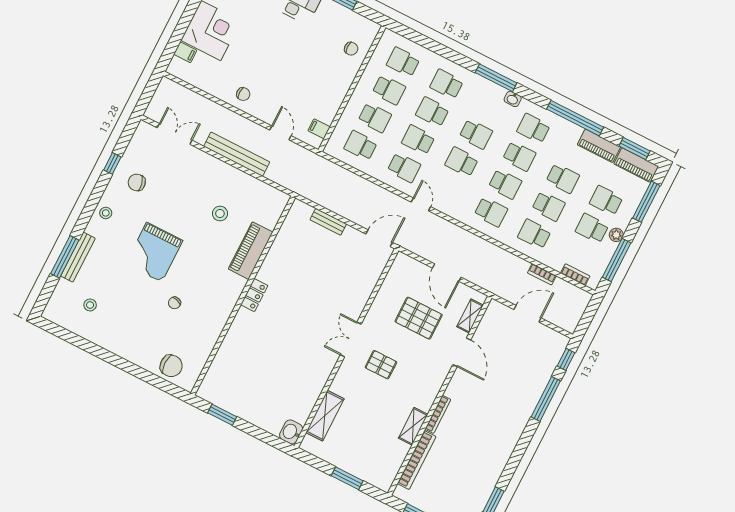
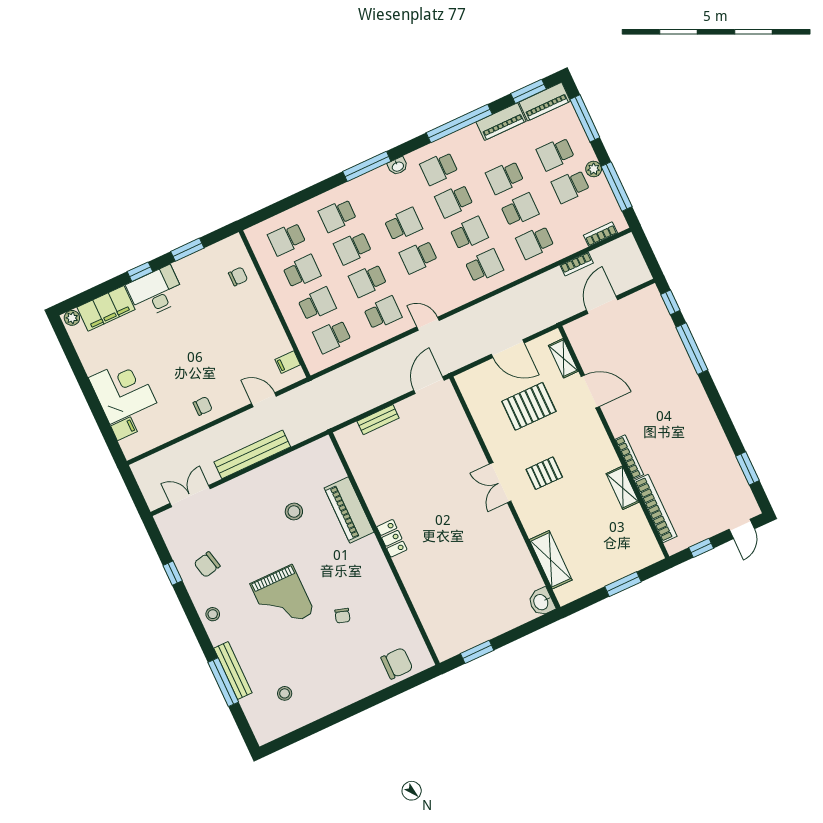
school desk: (519, 156) -> (454, 201), turned 180
school desk: (563, 178) -> (505, 177), turned 180

